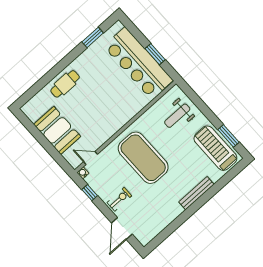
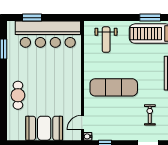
window: (155, 54) -> (32, 18), moved
exercise mat: (143, 158) -> (114, 87), width x0.68
exercise bike: (119, 199) -> (150, 115), moved

